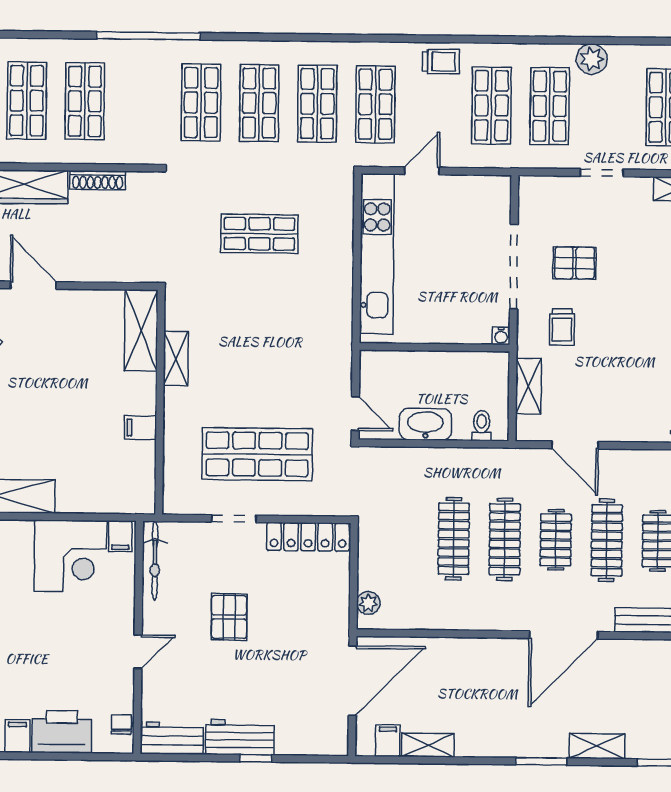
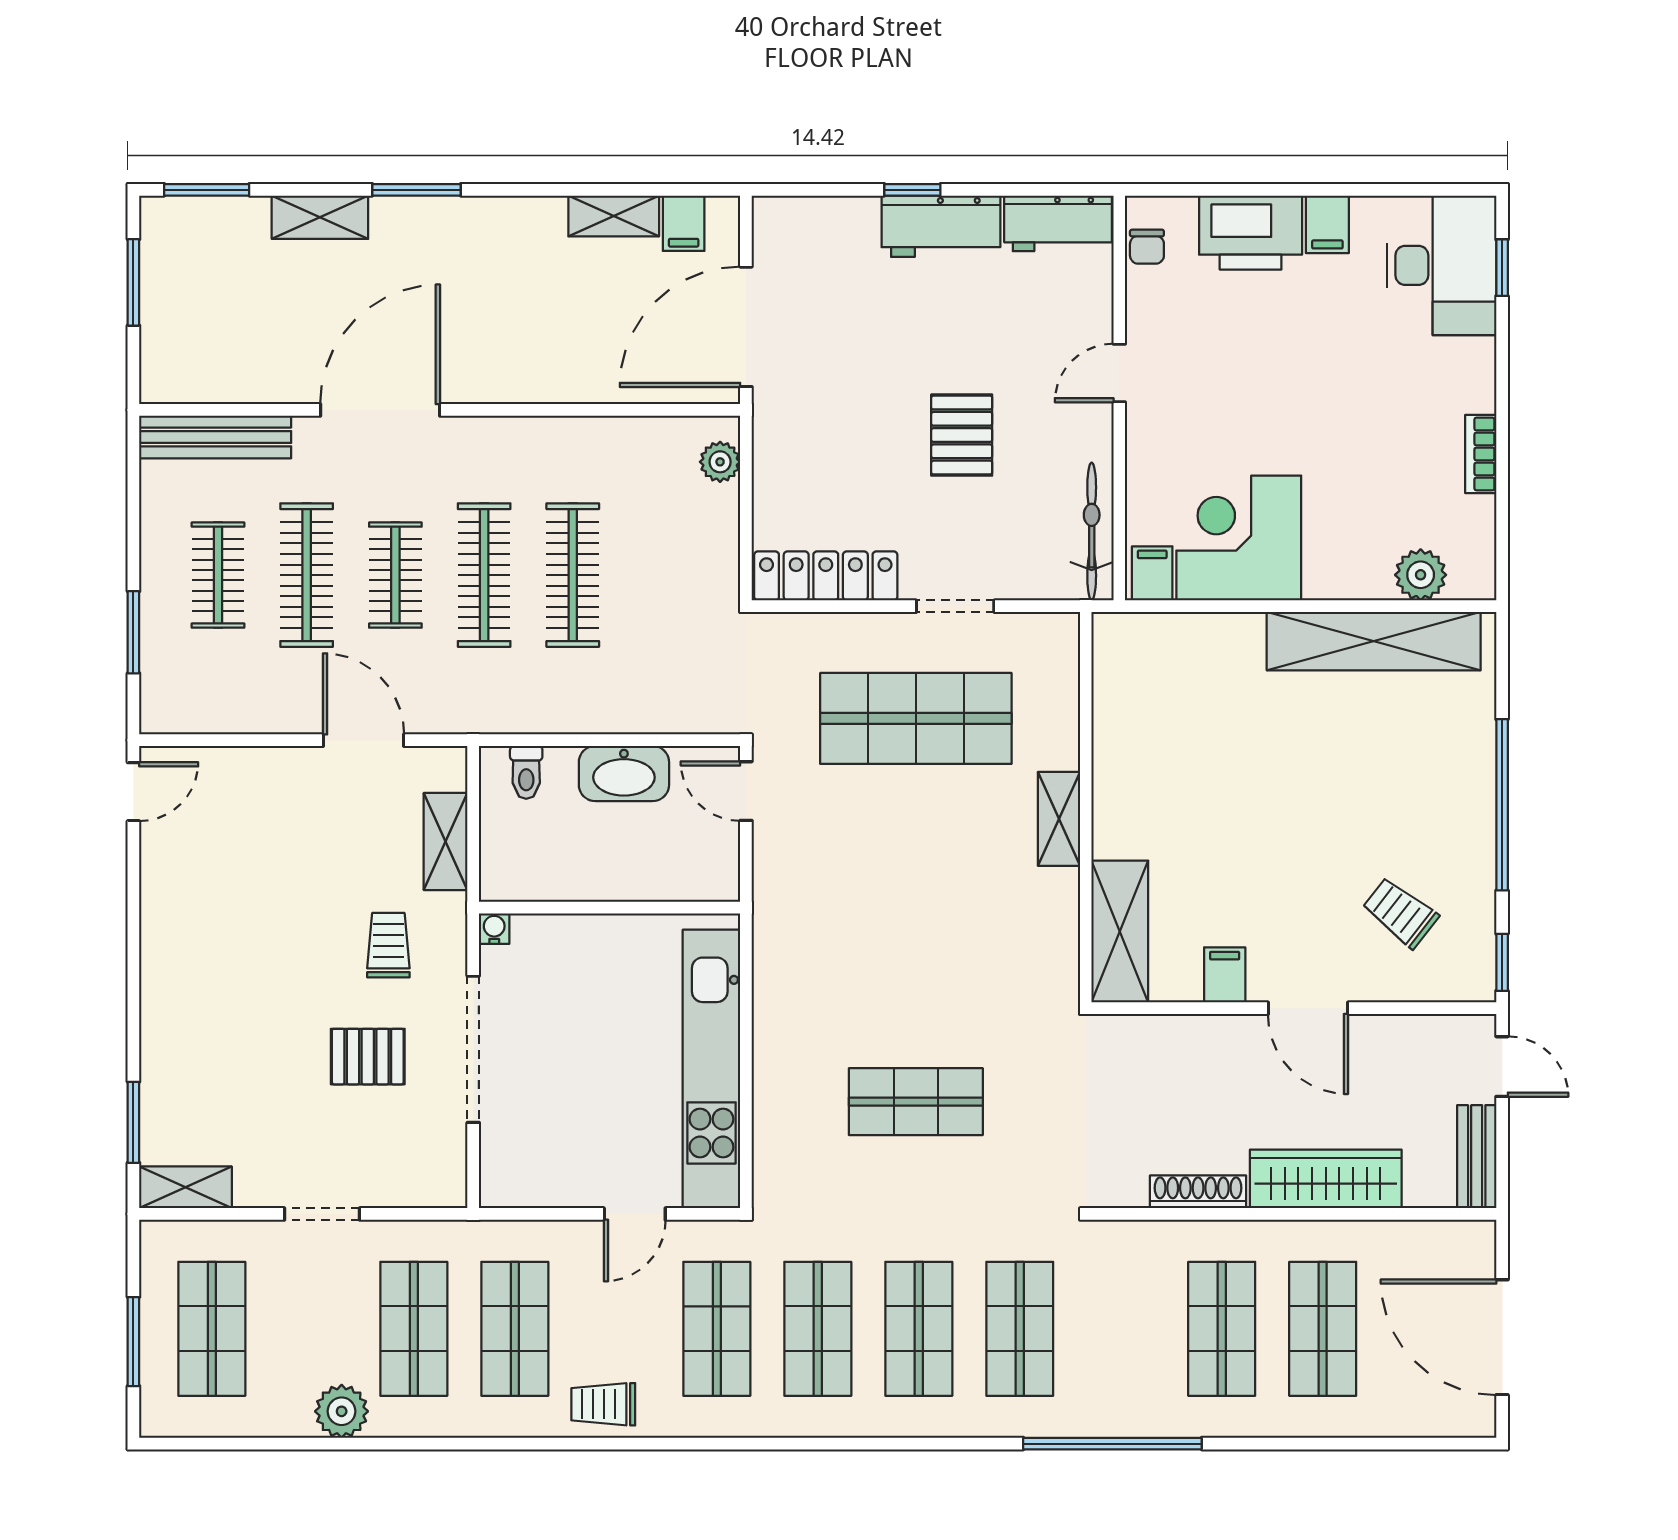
shelving: (176, 358) -> (1059, 819), moved
filing cabinet: (141, 428) -> (1225, 975), moved, turned -90

